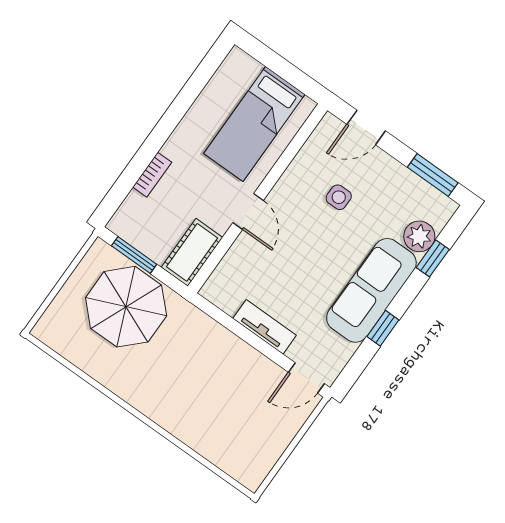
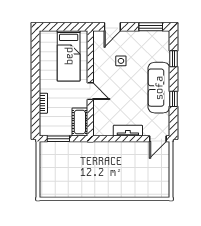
plant: (419, 236) -> (162, 54), removed
parasol: (126, 307) -> (69, 161), removed

